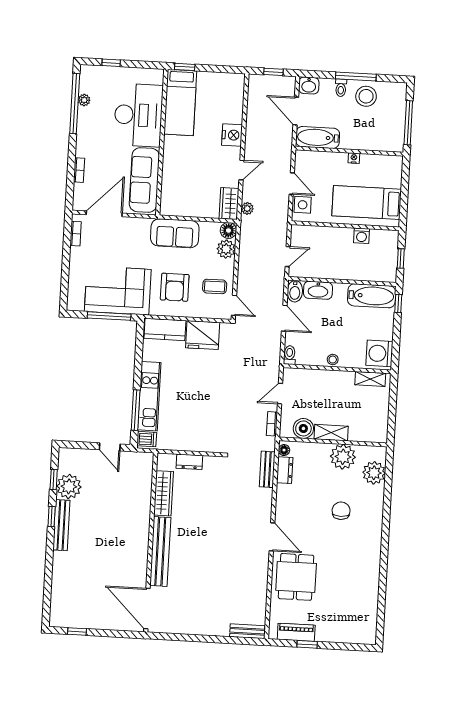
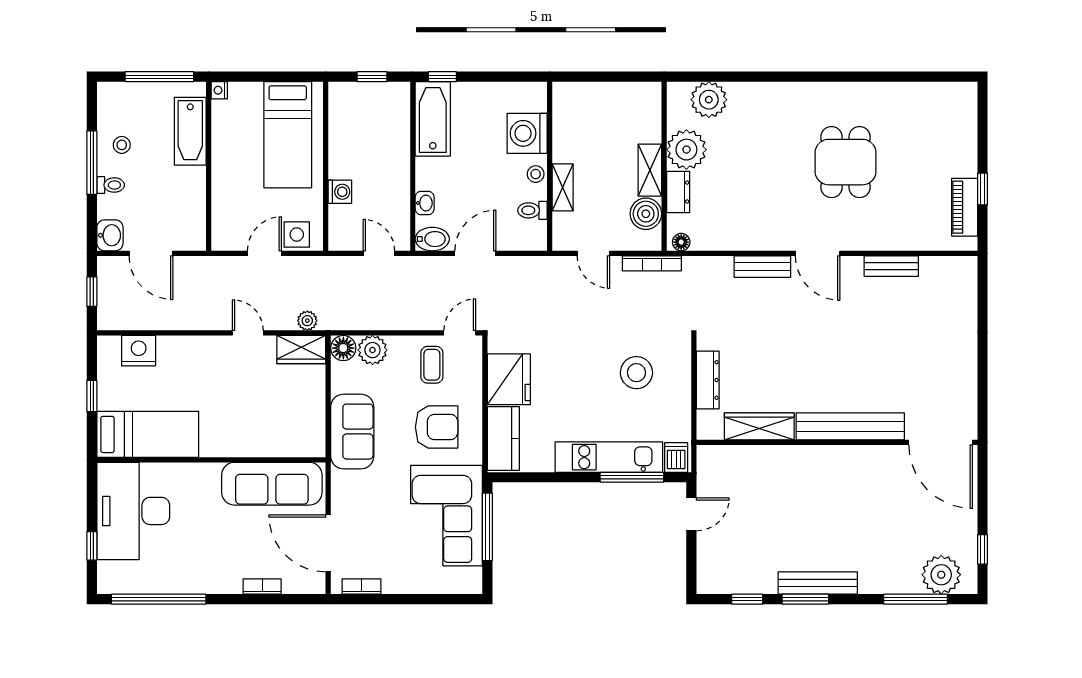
window: (185, 67) -> (92, 396), moved
stool: (366, 96) -> (122, 145), width x0.53, depth x0.53
plant: (84, 100) -> (152, 585), removed
door: (296, 111) -> (151, 253), hinge flipped
desk: (138, 115) -> (133, 511), moved, turned -90
nightstand: (232, 135) -> (139, 351), moved
bathtub: (318, 137) -> (190, 131), moved
nightstand: (354, 158) -> (219, 90), moved
washing machine: (362, 236) -> (340, 192), moved
washbasin: (318, 290) -> (425, 203), width x0.52, depth x0.69
washing machine: (379, 353) -> (527, 133), moved, turned 90
toilet: (290, 355) -> (532, 210), moved
shelving: (370, 379) -> (563, 187), moved
stool: (202, 417) -> (636, 373), added
bookcase: (272, 424) -> (652, 263), width x1.56
dresser: (189, 462) -> (708, 380), width x1.44
bench: (267, 469) -> (762, 267), moved
dresser: (285, 470) -> (678, 192), moved, turned 90
plant: (69, 486) -> (941, 575), moved
chair: (341, 511) -> (771, 148), removed
window: (52, 517) -> (805, 599), width x1.50
door: (272, 537) -> (818, 253), swing flipped
dining table: (296, 577) -> (846, 162), moved, turned 90
window: (48, 587) -> (915, 599), added
door: (147, 609) -> (941, 442), hinge flipped
bench: (247, 631) -> (891, 266), moved, turned 90

